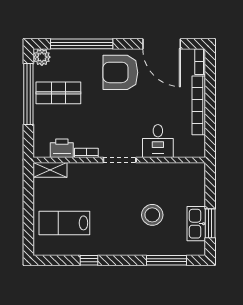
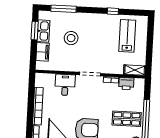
filing cabinet: (196, 191) -> (43, 52), added
lab bench: (64, 223) -> (127, 36), turned -90

